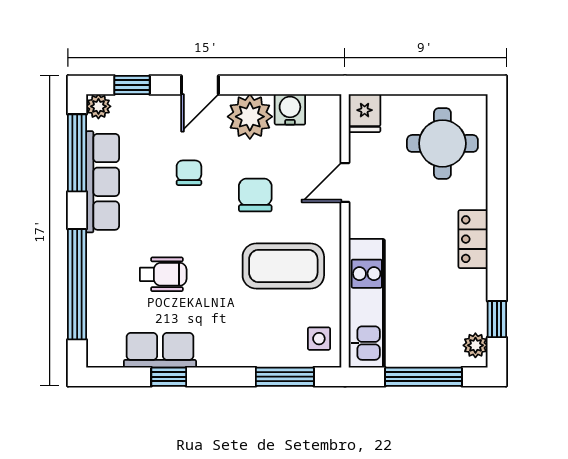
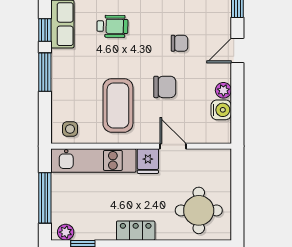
door: (200, 85) -> (237, 50), hinge flipped
fridge: (365, 113) -> (148, 161), moved, turned -90
plant: (250, 117) -> (223, 90), width x0.53, depth x0.53
wheelchair: (163, 274) -> (112, 26), turned -89
window: (285, 377) -> (45, 72), moved

